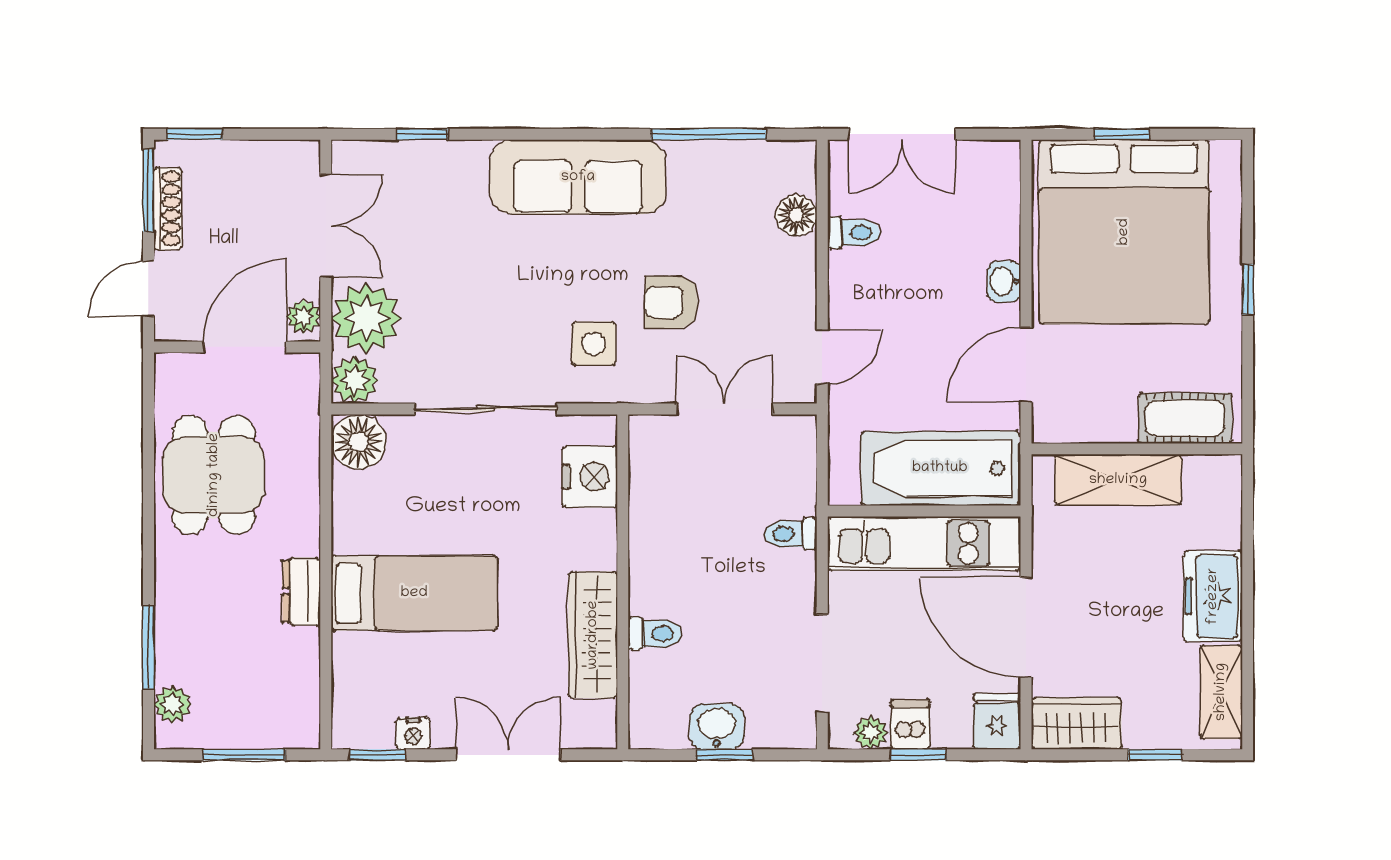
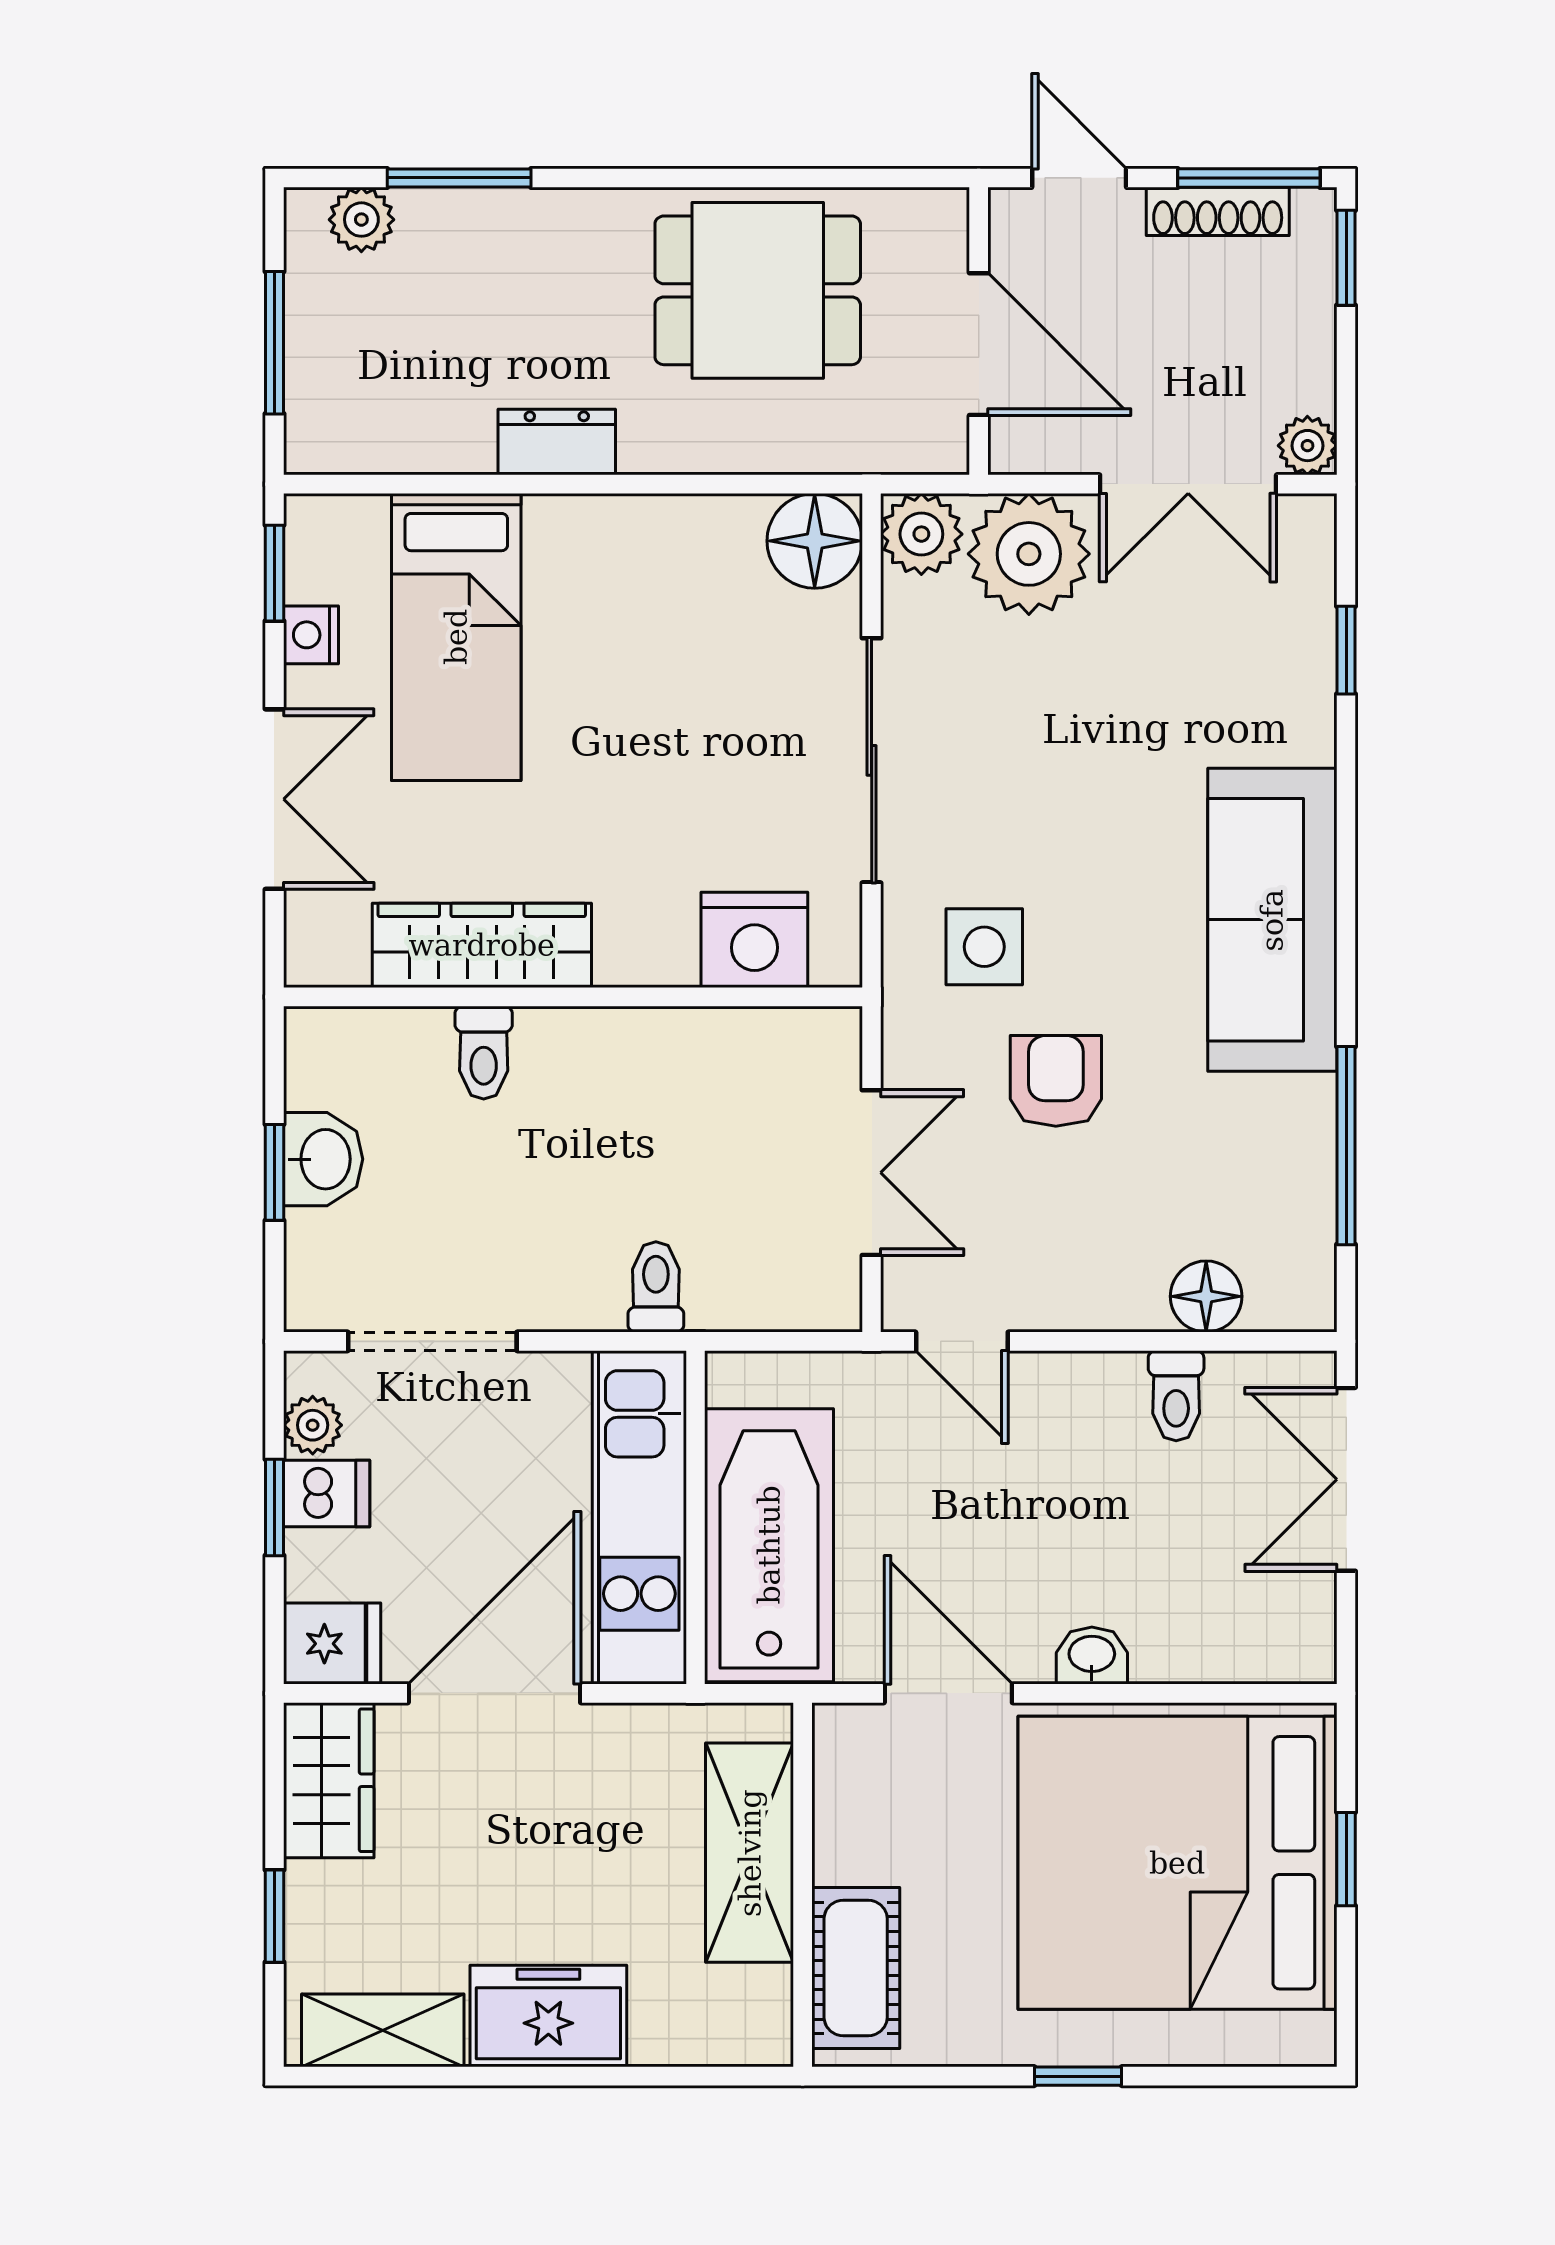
plant: (303, 317) -> (1307, 446), moved
bed: (414, 593) -> (456, 637), moved

